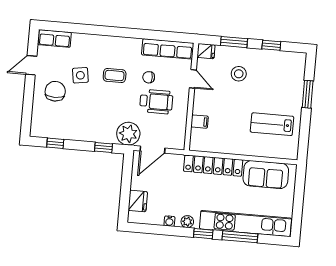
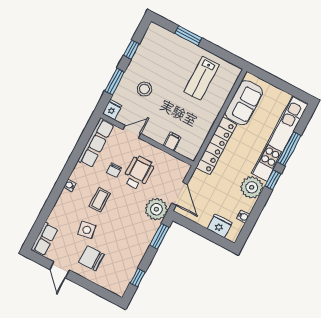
water cooler: (116, 41) -> (70, 185), added
window: (103, 147) -> (159, 236), width x1.50
water cooler: (169, 221) -> (243, 217), moved
plant: (187, 222) -> (252, 187), width x1.88, depth x1.88

